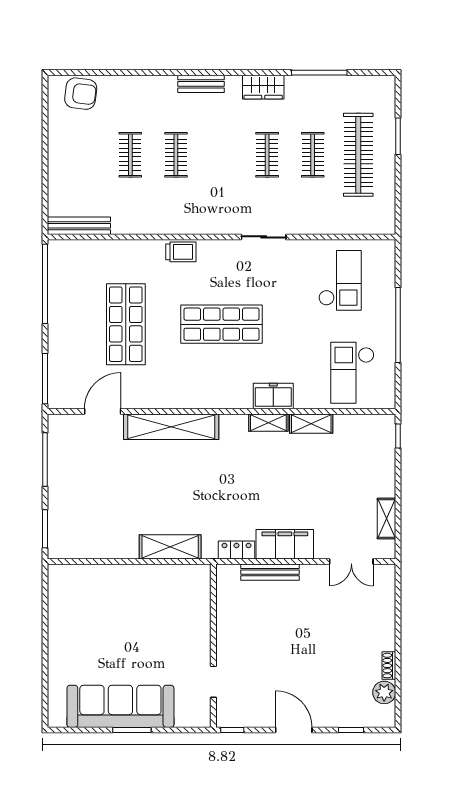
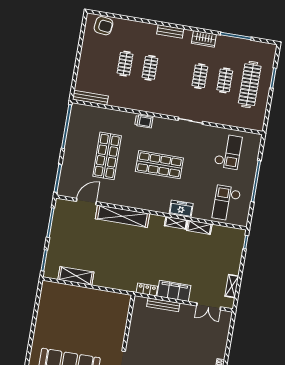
shelving: (170, 547) -> (76, 276), moved

